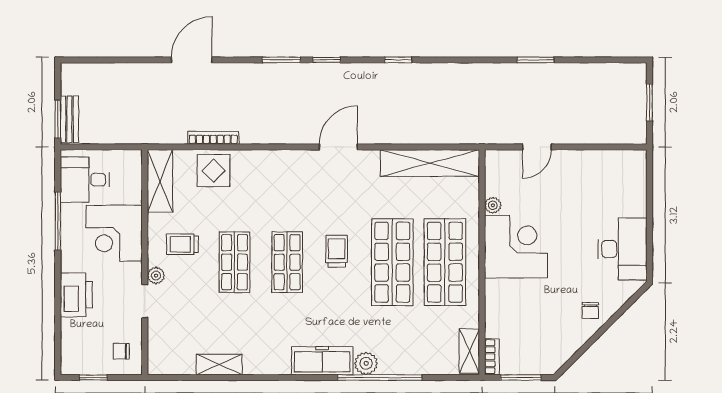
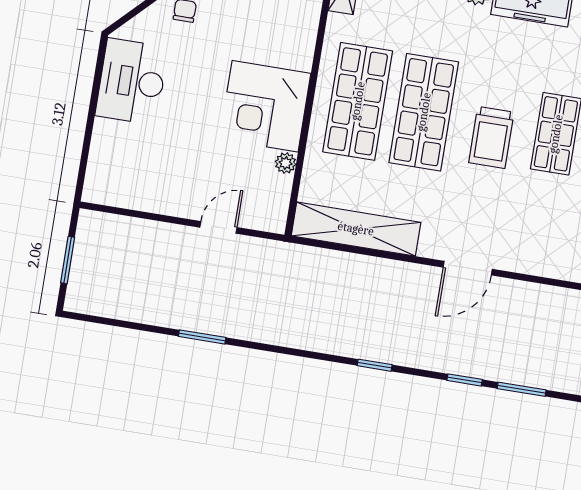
trolley: (337, 251) -> (491, 137), width x1.36, depth x1.39

